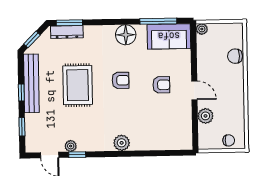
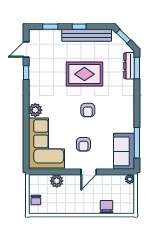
floor lamp: (126, 35) -> (126, 115), removed
door: (194, 90) -> (89, 172), moved
corner sofa: (161, 129) -> (46, 143), added
plant: (71, 146) -> (33, 67), removed

